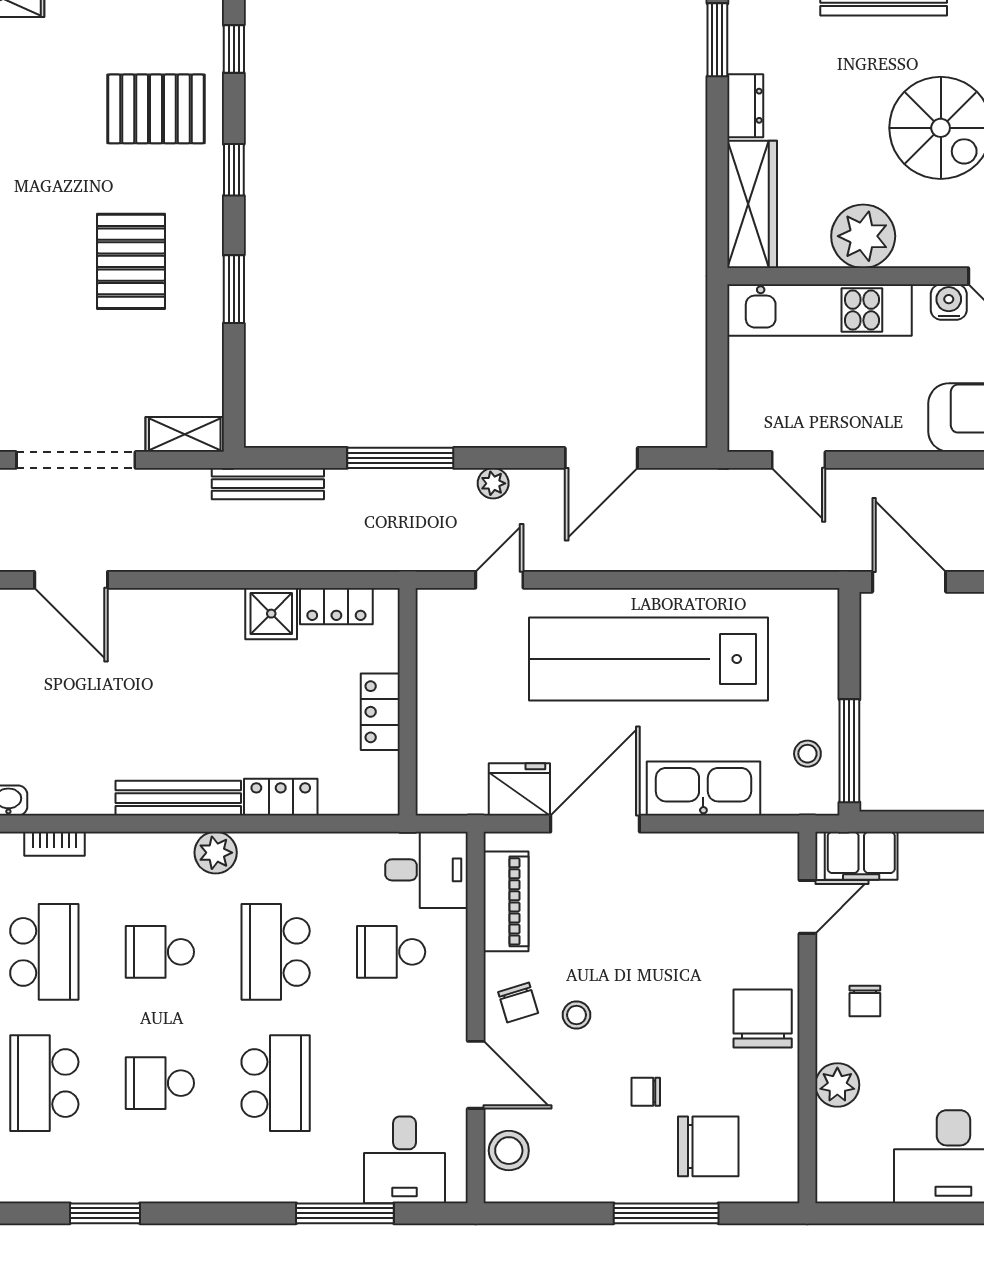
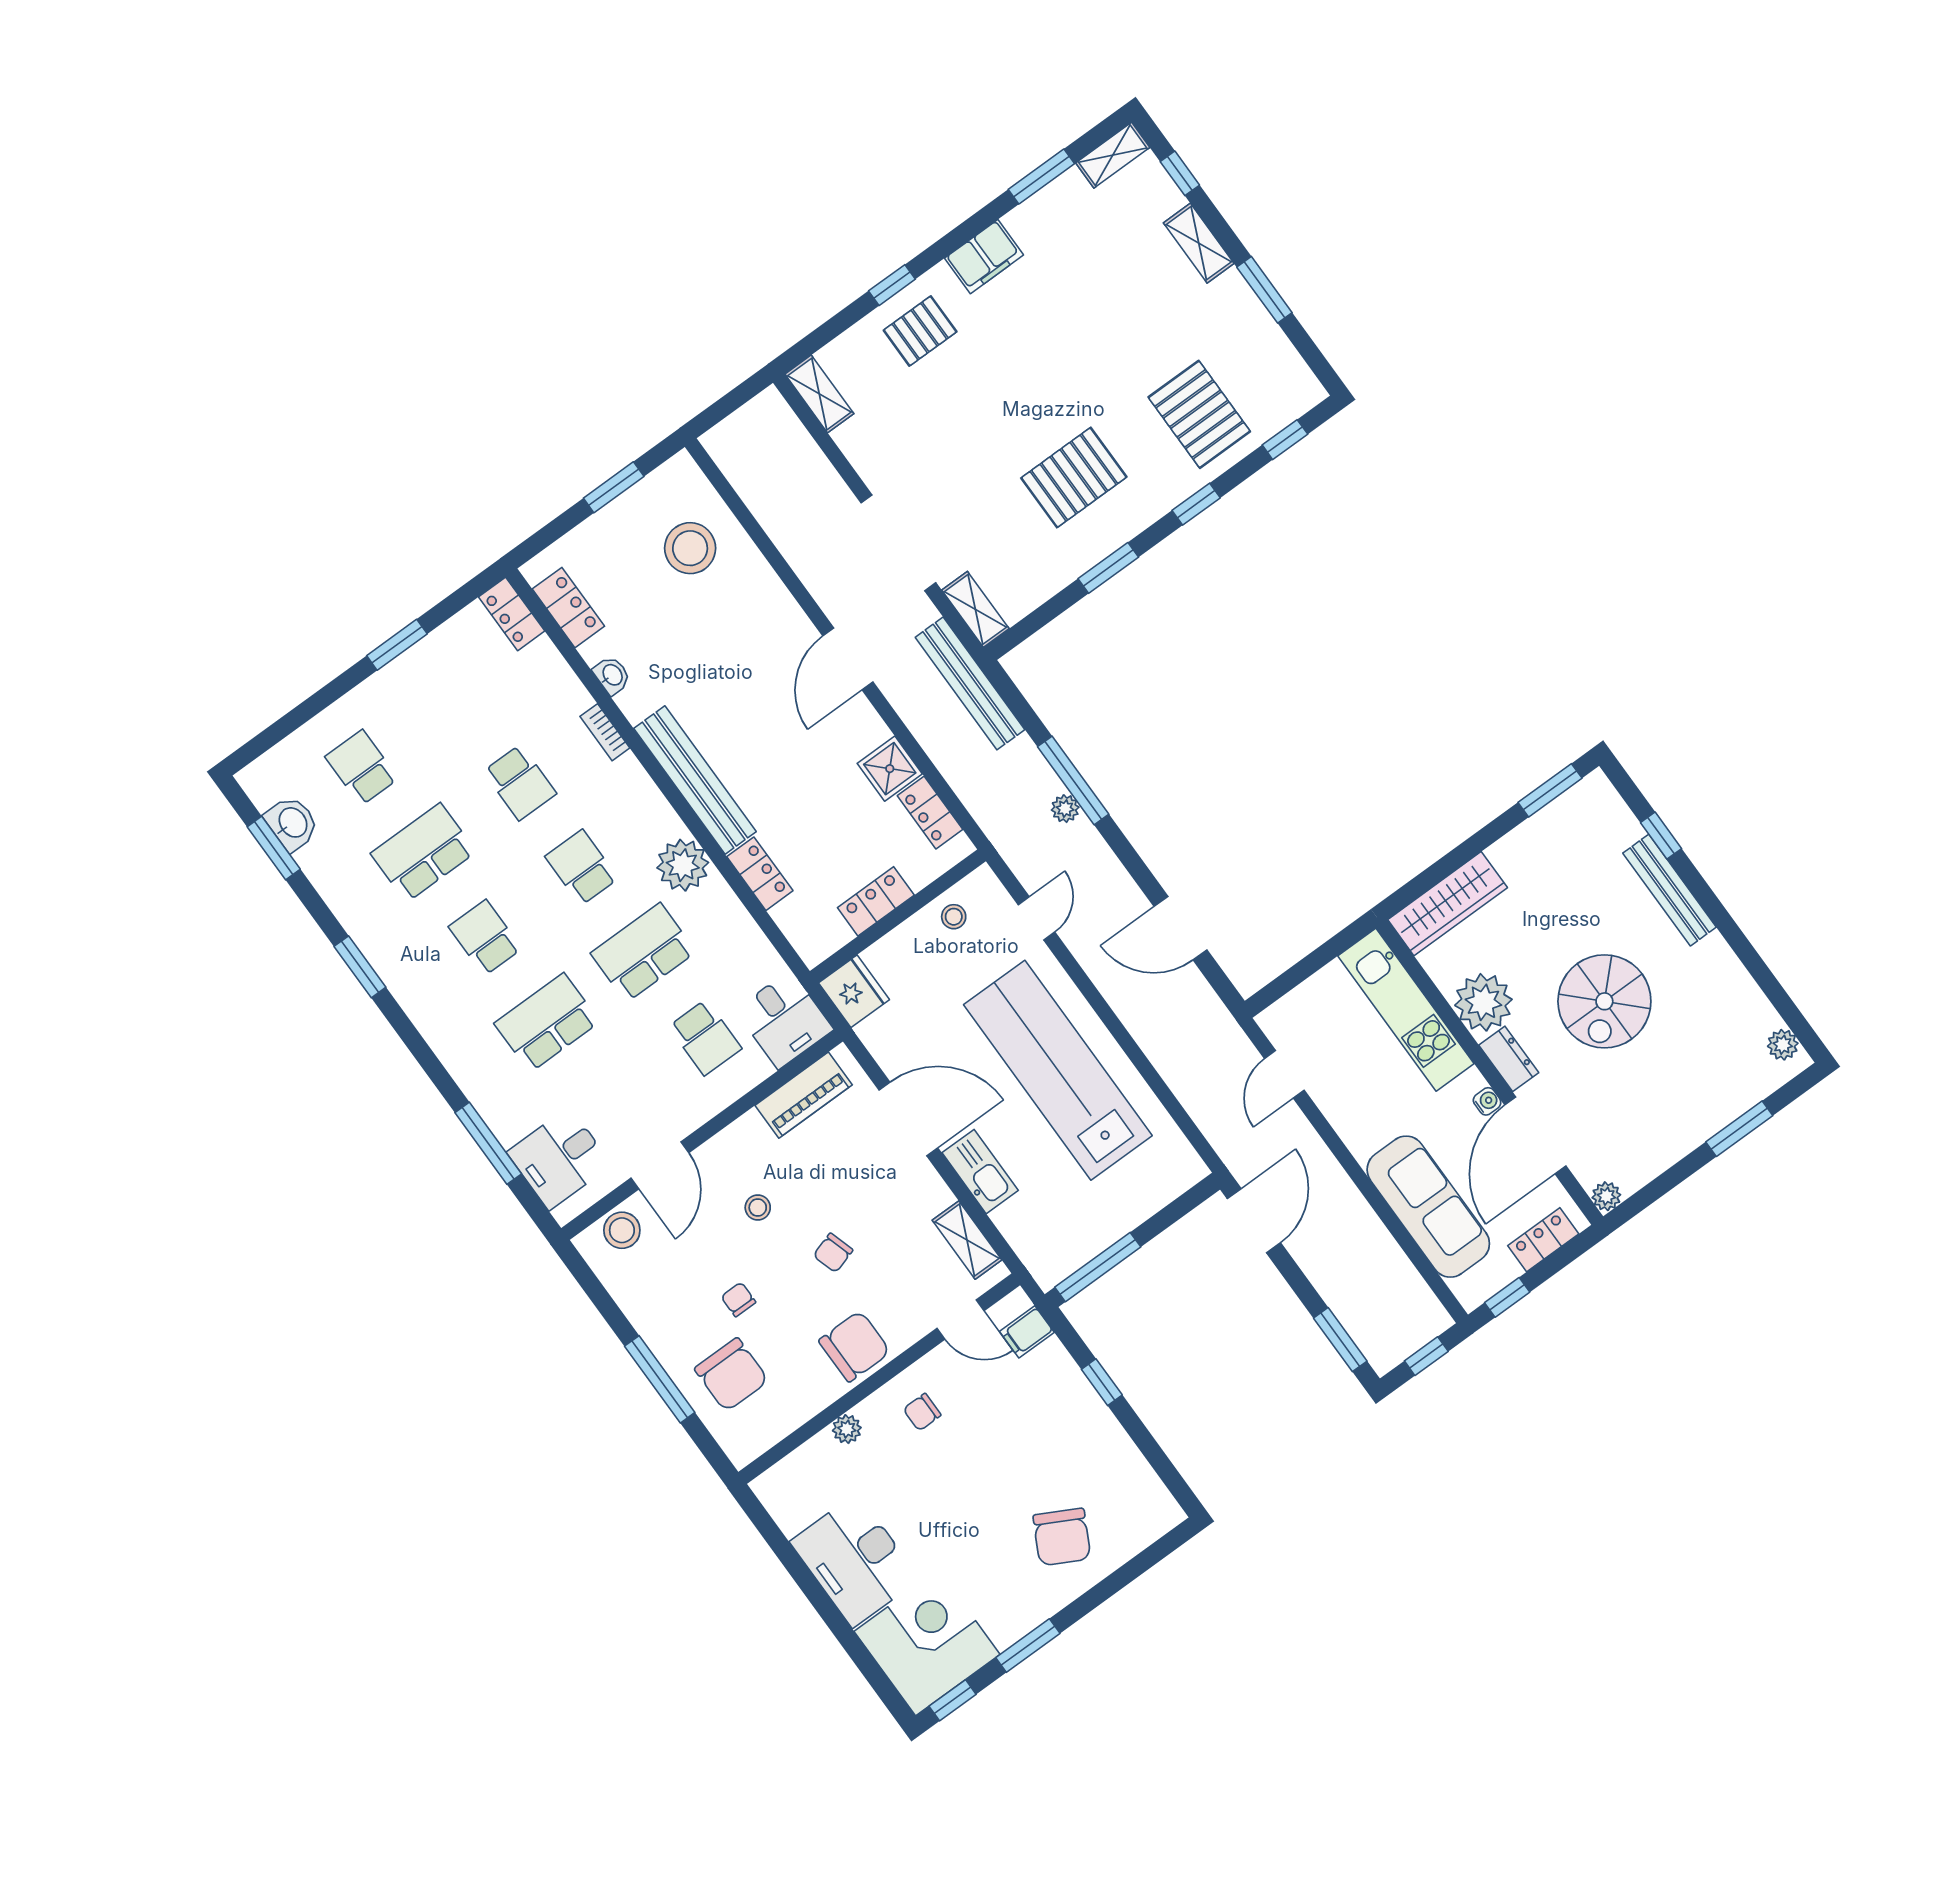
dresser: (745, 106) -> (1509, 1059), moved, turned -90
water cooler: (949, 302) -> (1487, 1101), width x0.72, depth x0.72
plant: (493, 483) -> (1065, 809), moved
bench: (268, 484) -> (970, 683), width x1.37, depth x1.21
door: (71, 580) -> (848, 659), moved
door: (499, 580) -> (1036, 918), hinge flipped
stool: (807, 754) -> (954, 917), moved
kitchen sink: (703, 788) -> (980, 1172), width x0.73, depth x0.81
fridge: (519, 789) -> (854, 991), moved
bench: (178, 798) -> (695, 780), width x1.37, depth x1.21
window: (955, 822) -> (1102, 1382), added
shelving: (741, 850) -> (967, 1240), added
plant: (216, 853) -> (683, 865), width x1.36, depth x1.36
filing cabinet: (861, 856) -> (1027, 1332), width x0.50
school desk: (44, 952) -> (520, 783), width x0.54
school desk: (391, 952) -> (705, 1038), turned 180
chair: (518, 1003) -> (833, 1253), moved
school desk: (276, 1083) -> (547, 1023), turned 180
plant: (837, 1085) -> (847, 1429), width x0.73, depth x0.73

